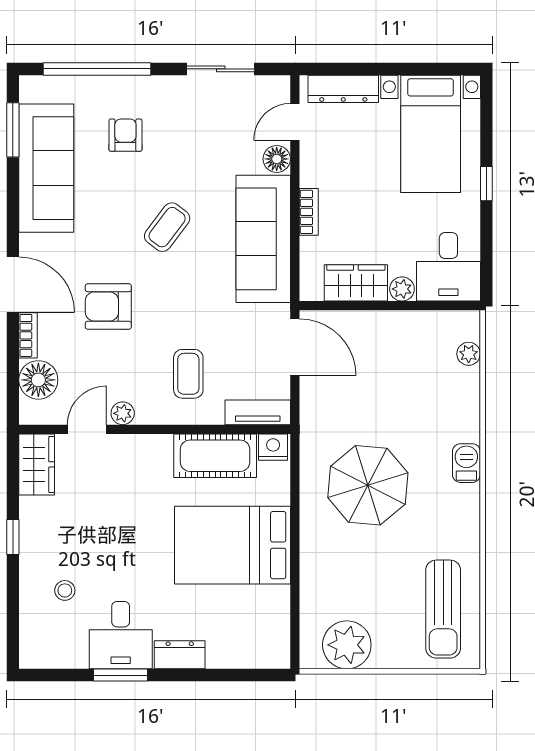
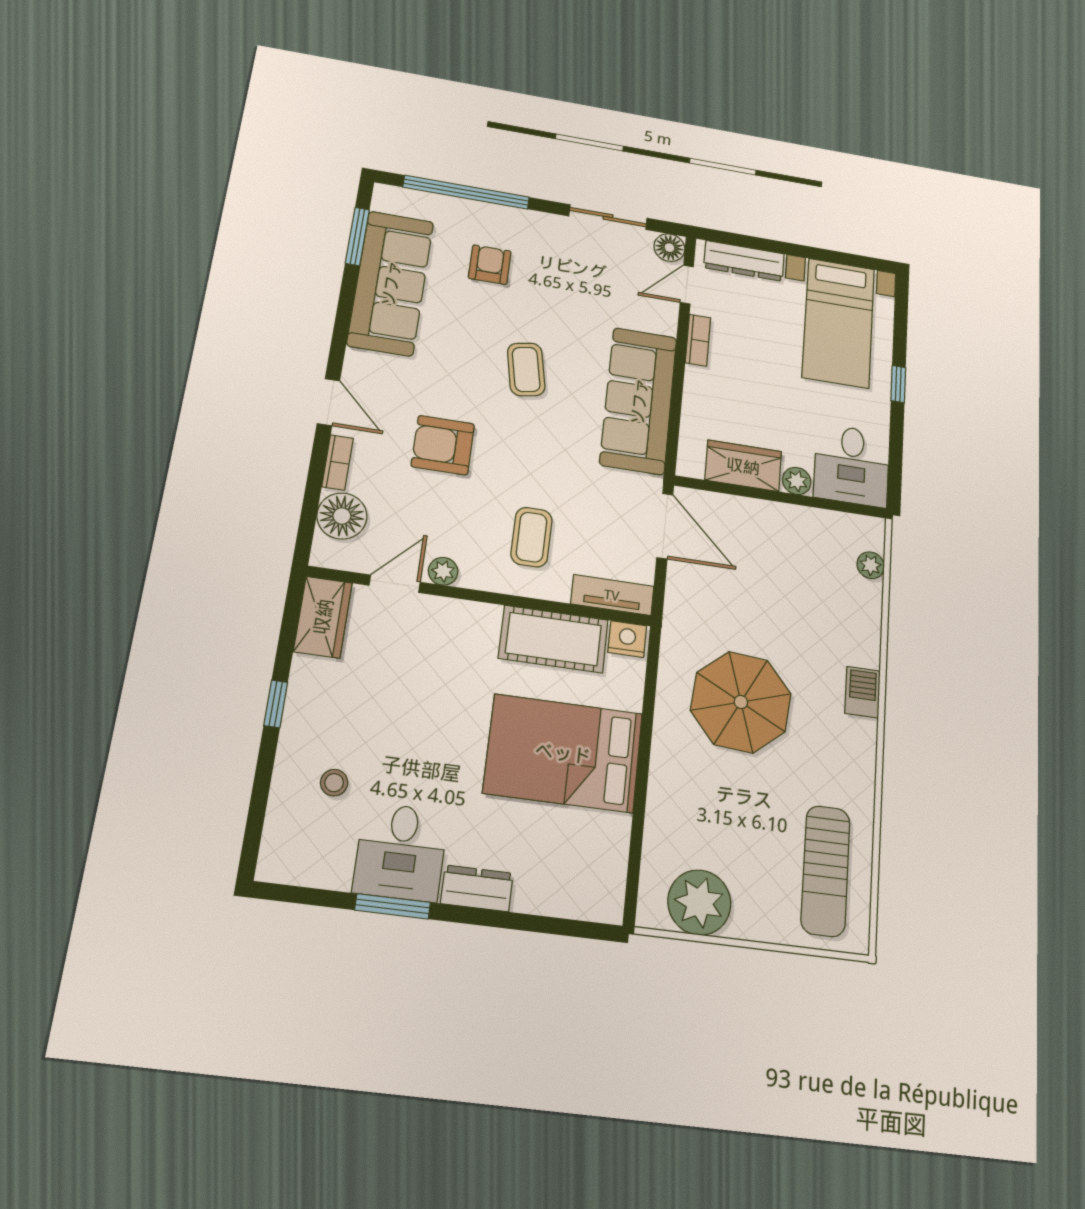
floor lamp: (277, 159) -> (669, 248), moved
bookcase: (309, 212) -> (698, 340), moved
coffee table: (167, 227) -> (526, 369), turned -48
door: (13, 285) -> (328, 402), width x0.73

